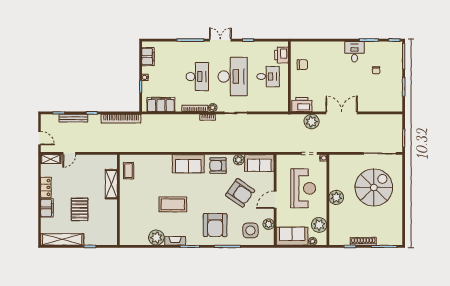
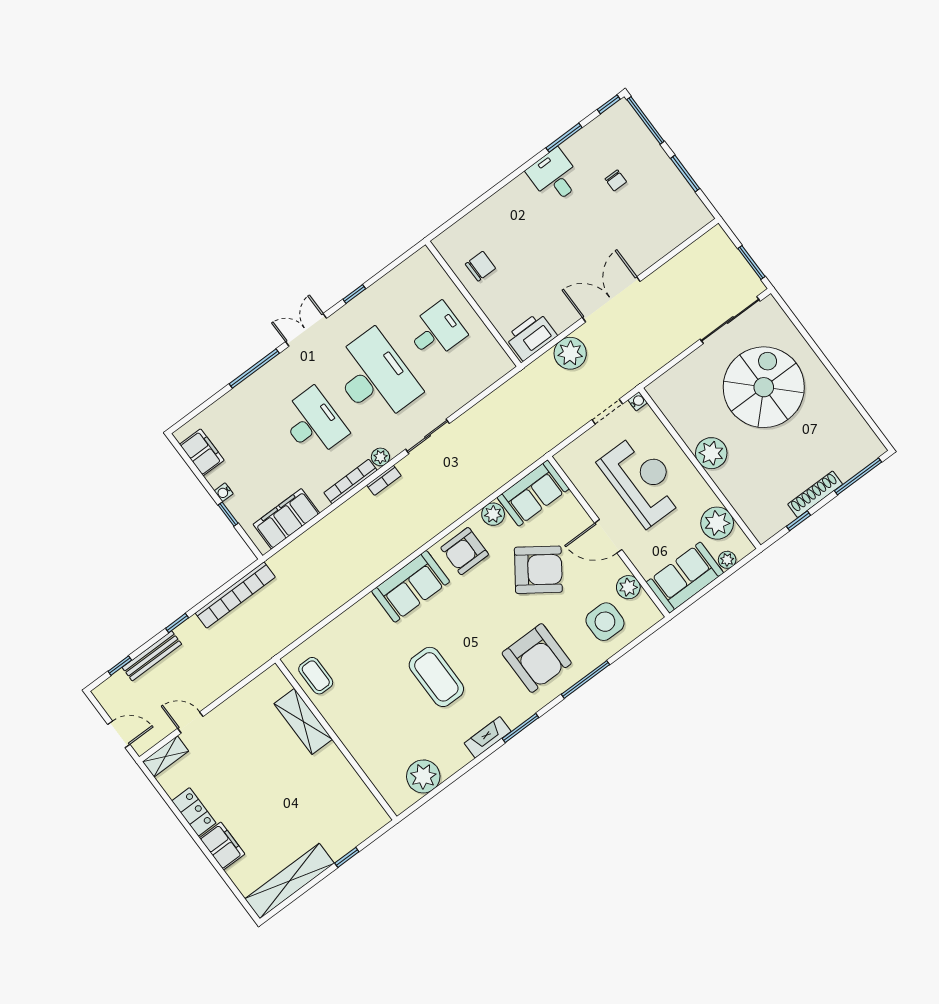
printer: (281, 55) -> (432, 277), removed
door: (69, 153) -> (190, 722), swing flipped
door: (275, 200) -> (608, 536), hinge flipped
coffee table: (173, 204) -> (436, 677), turned 90
pallet: (80, 209) -> (281, 806), removed
plant: (156, 238) -> (423, 776), moved

